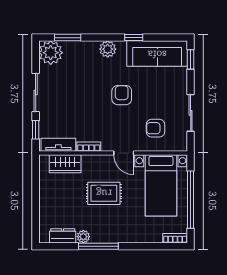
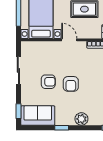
sofa: (157, 54) -> (38, 116), width x0.73
armchair: (156, 128) -> (48, 82), moved

